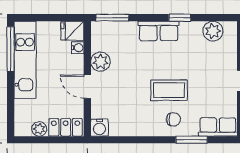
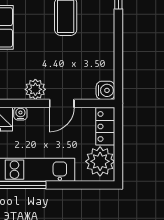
chair: (173, 119) -> (97, 12), removed
plant: (39, 129) -> (100, 161), width x1.87, depth x1.87

